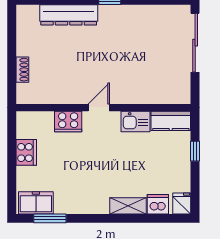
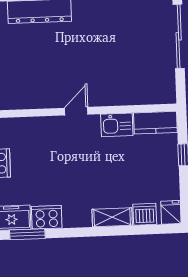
cooker: (68, 121) -> (47, 217), moved, turned 180

